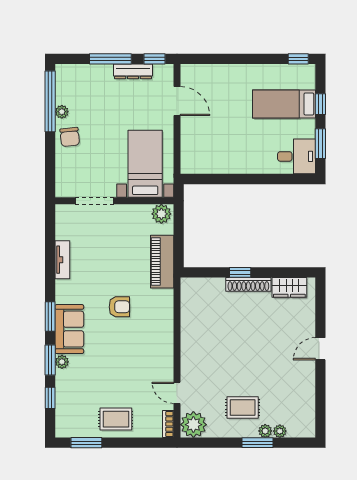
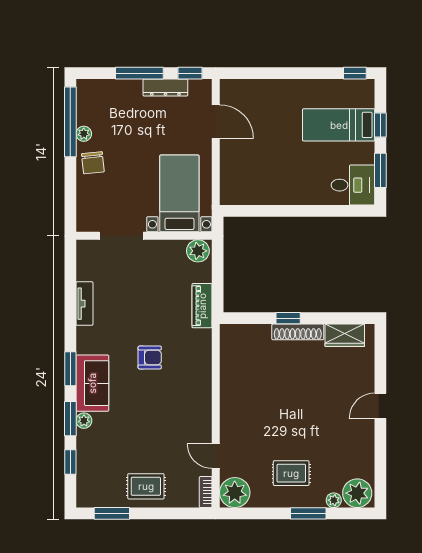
piano: (162, 262) -> (202, 306), width x0.73, depth x0.75
plant: (265, 431) -> (357, 493), moved, width x1.88, depth x1.88

